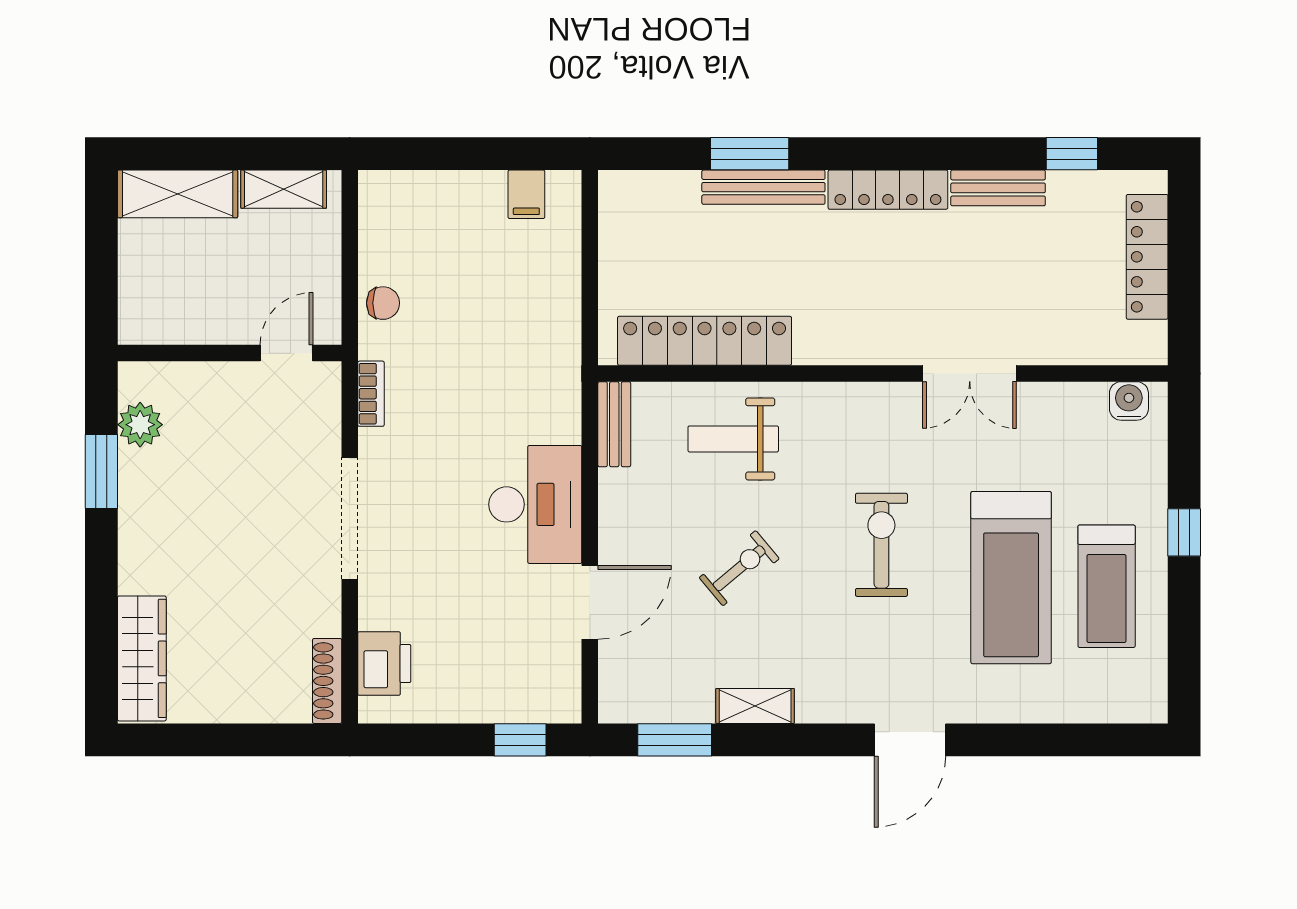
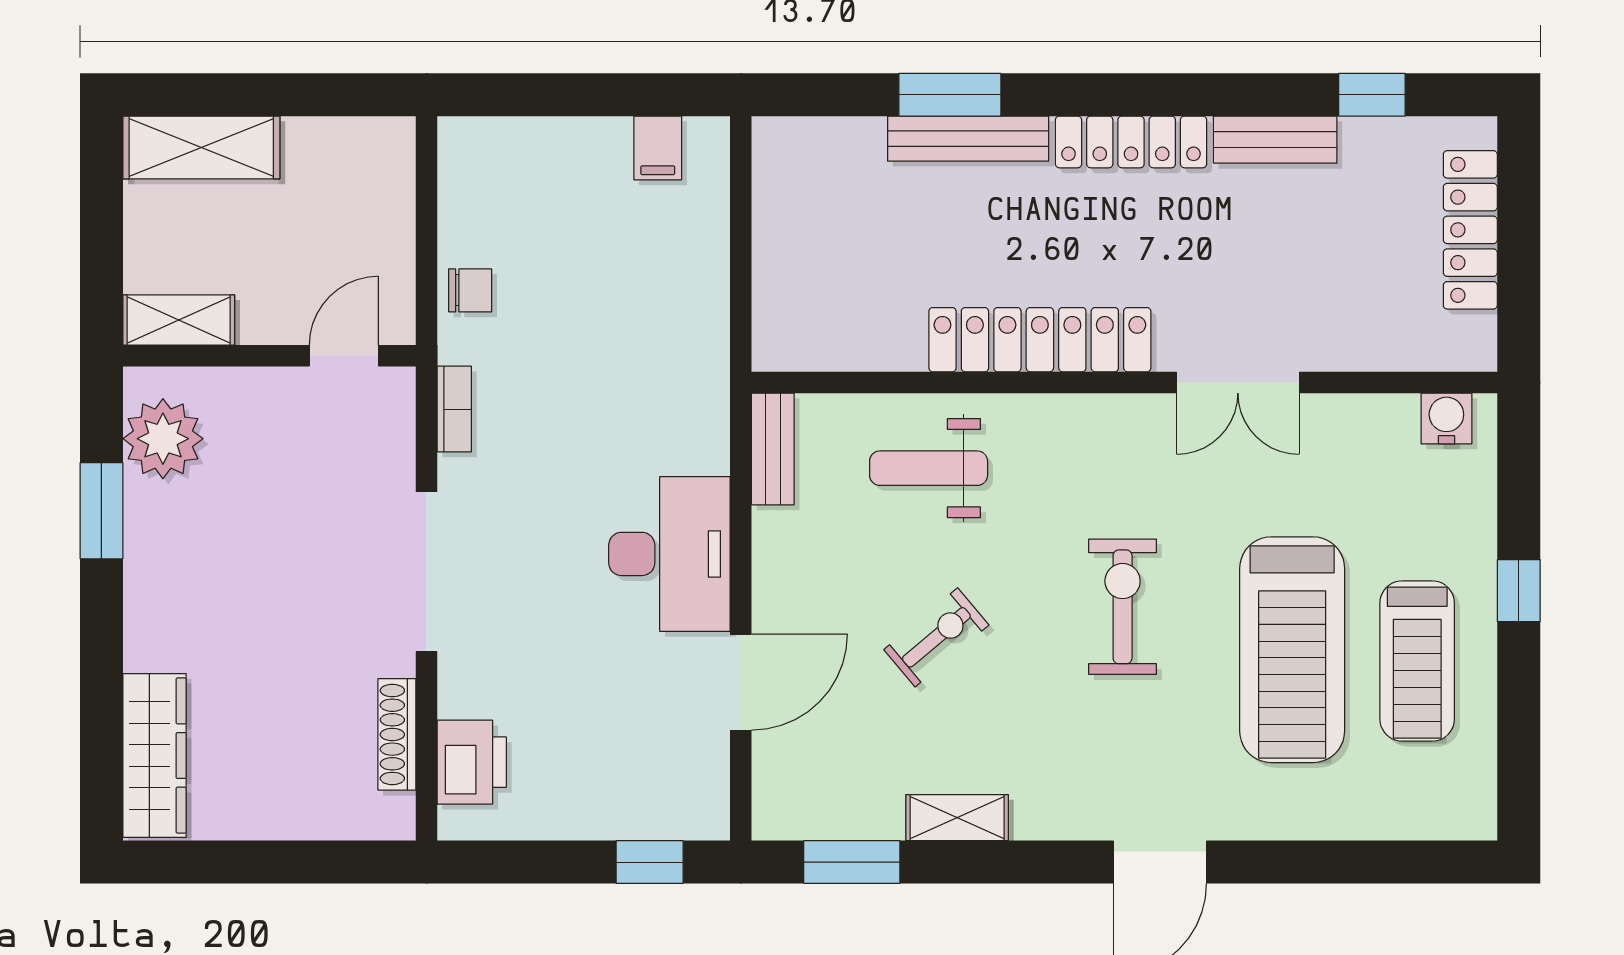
shelving: (284, 189) -> (179, 320), moved
locker: (705, 341) -> (1040, 340), moved
plant: (140, 425) -> (163, 439), width x1.36, depth x1.36
shoe rack: (327, 681) -> (397, 734), moved

